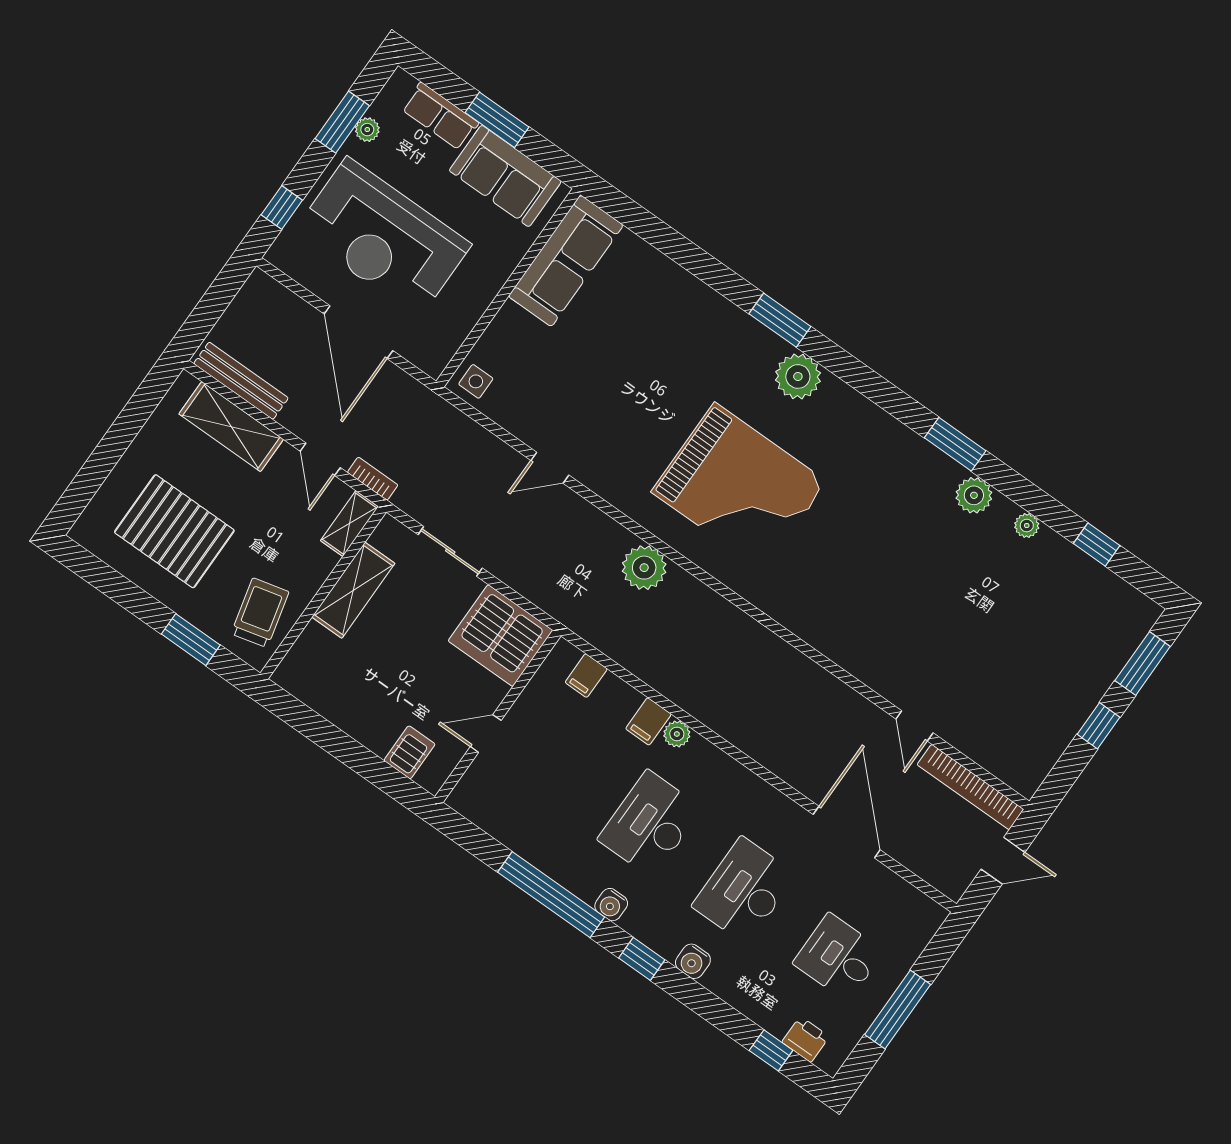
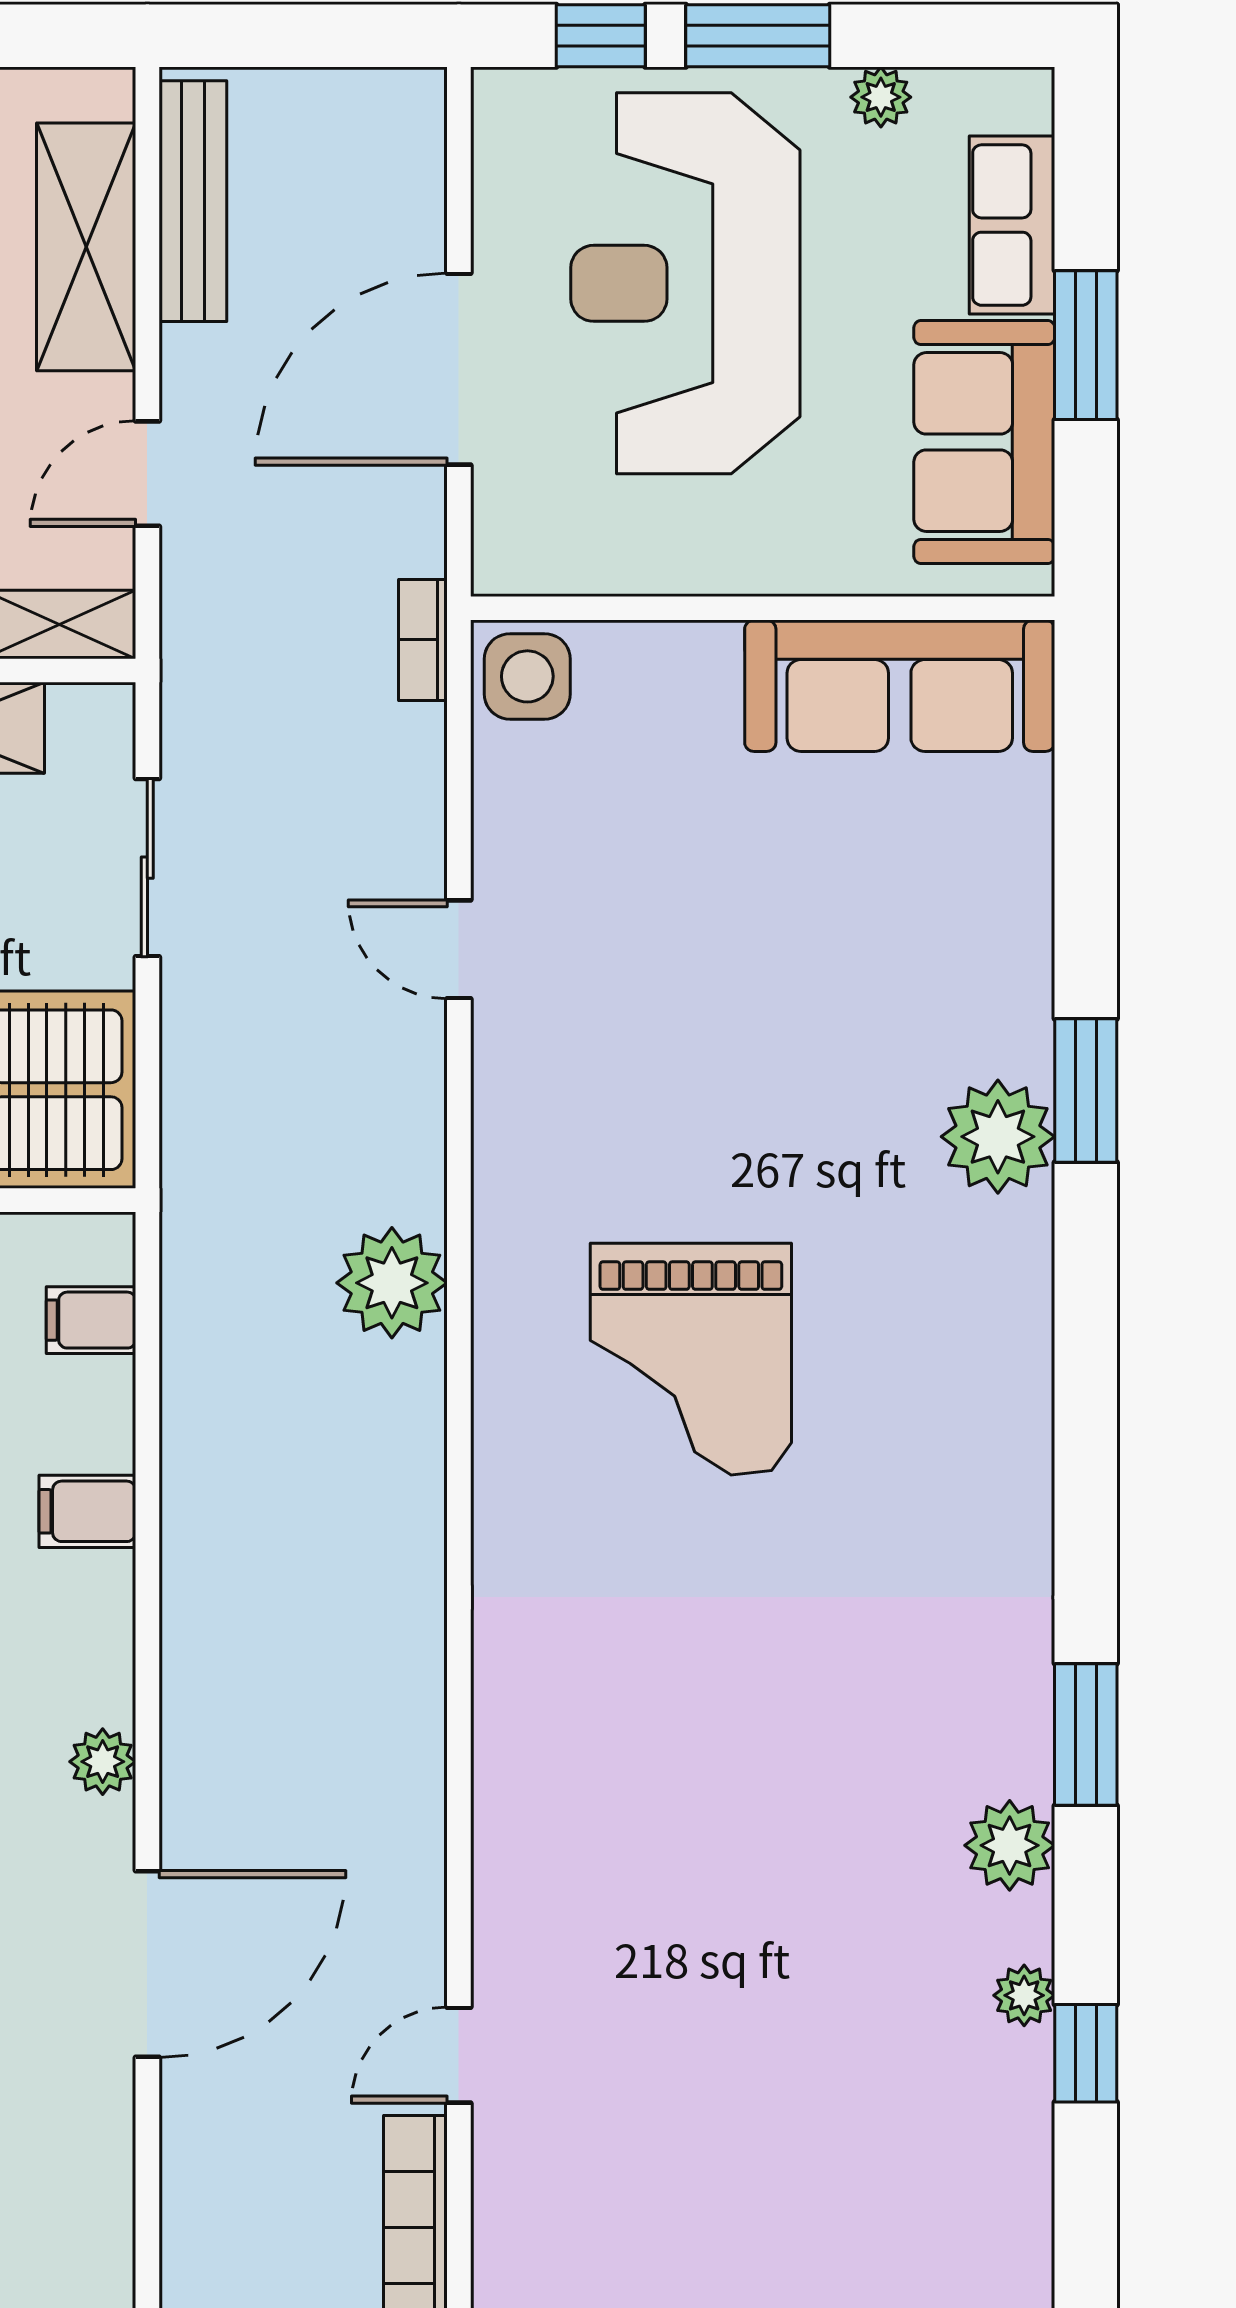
window: (342, 122) -> (758, 36), moved
window: (780, 320) -> (1086, 1091), moved
plant: (798, 376) -> (998, 1137), moved
side table: (476, 381) -> (527, 676), width x1.37, depth x1.37
bookcase: (373, 479) -> (423, 640), moved, turned 180
grand piano: (739, 487) -> (691, 1359), width x0.73, depth x0.68
window: (1097, 544) -> (1086, 2053), moved
plant: (677, 734) -> (103, 1762), moved
door: (847, 832) -> (147, 1964), moved

